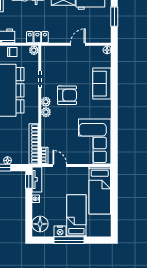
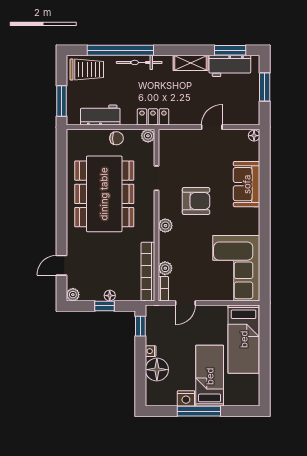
plant: (46, 102) -> (165, 268), moved
door: (60, 166) -> (185, 303), swing flipped
tv unit: (37, 179) -> (152, 323), removed
floor lamp: (40, 224) -> (157, 370), moved

